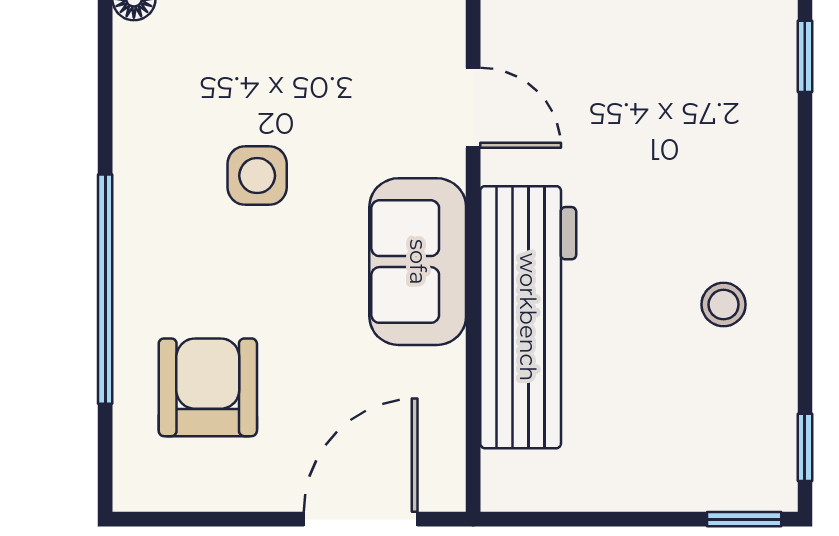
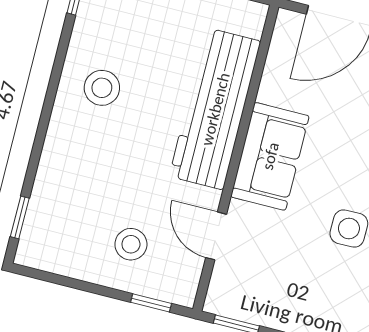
stool: (610, 59) -> (131, 244), added
stool: (724, 305) -> (102, 88), width x1.37, depth x1.37

